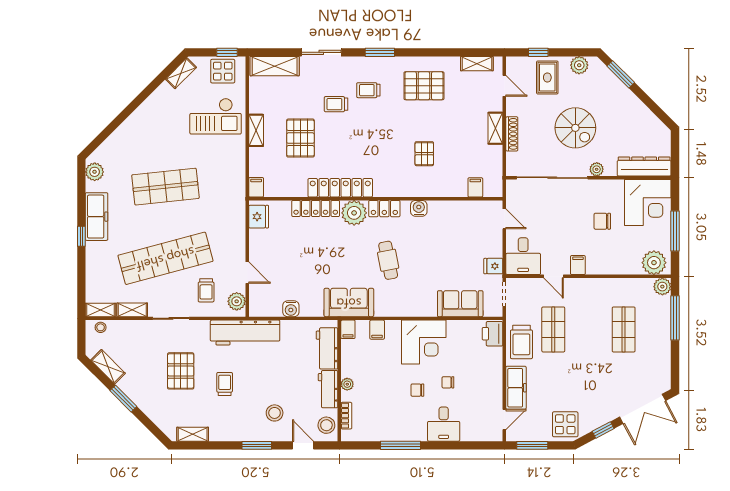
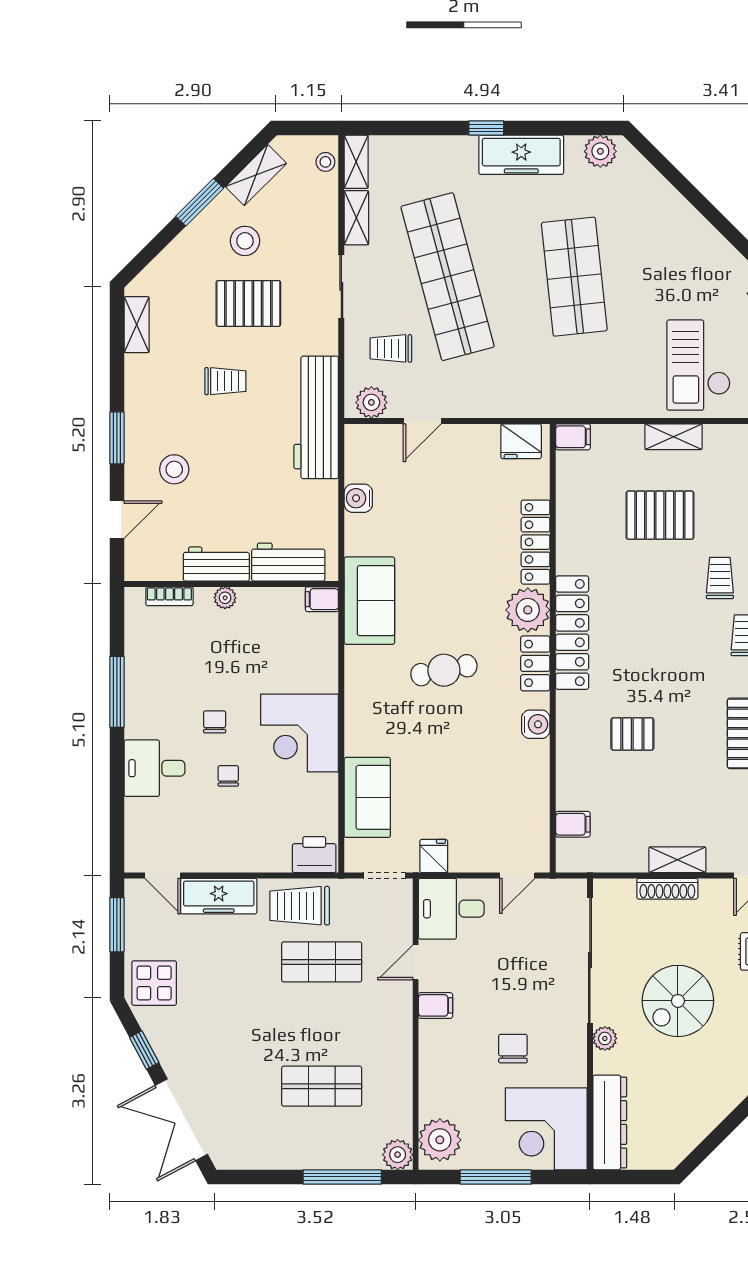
locker: (340, 188) -> (572, 633), moved
filing cabinet: (377, 330) -> (321, 651), removed
stool: (326, 425) -> (245, 241), moved

